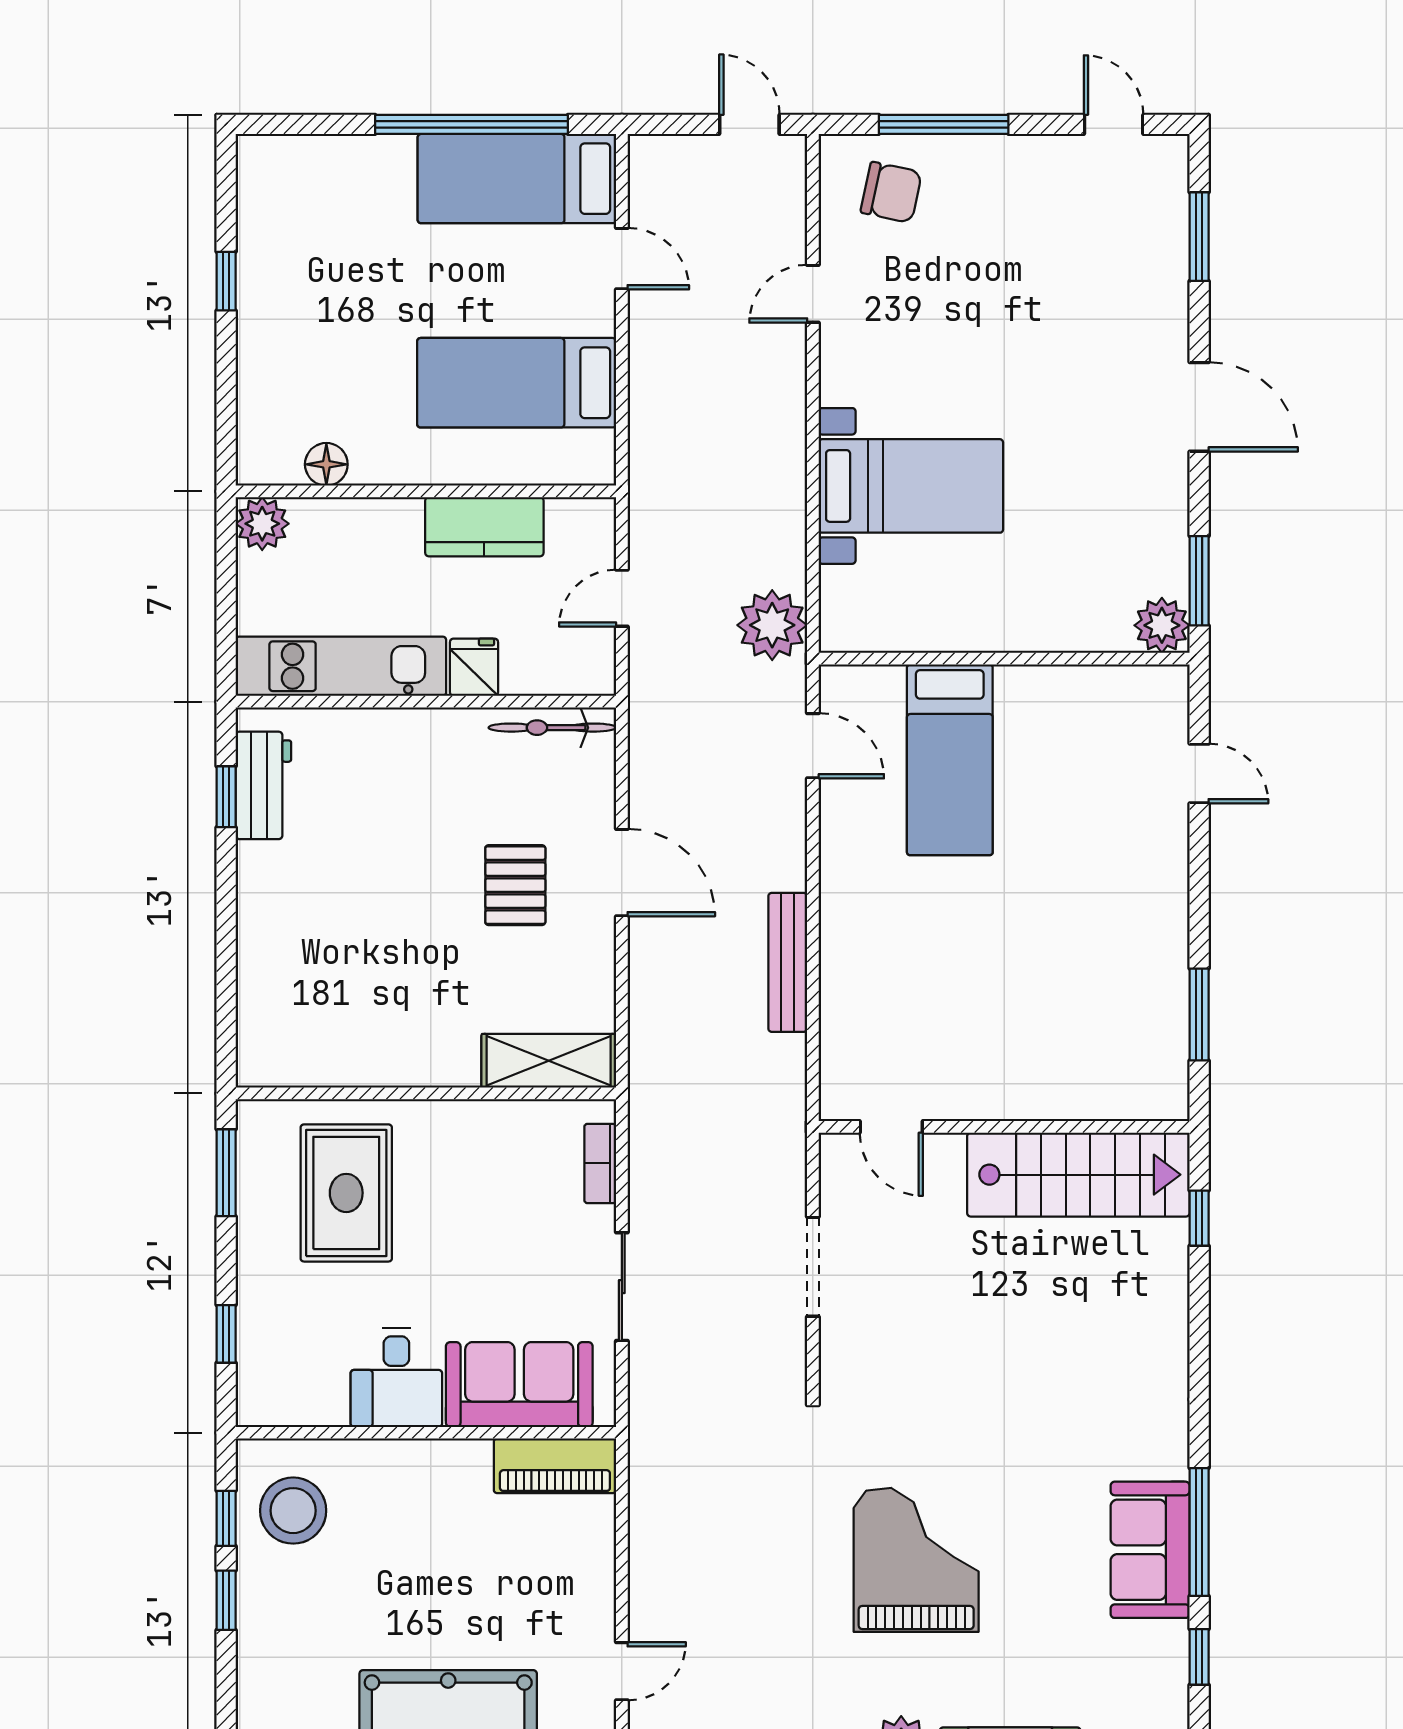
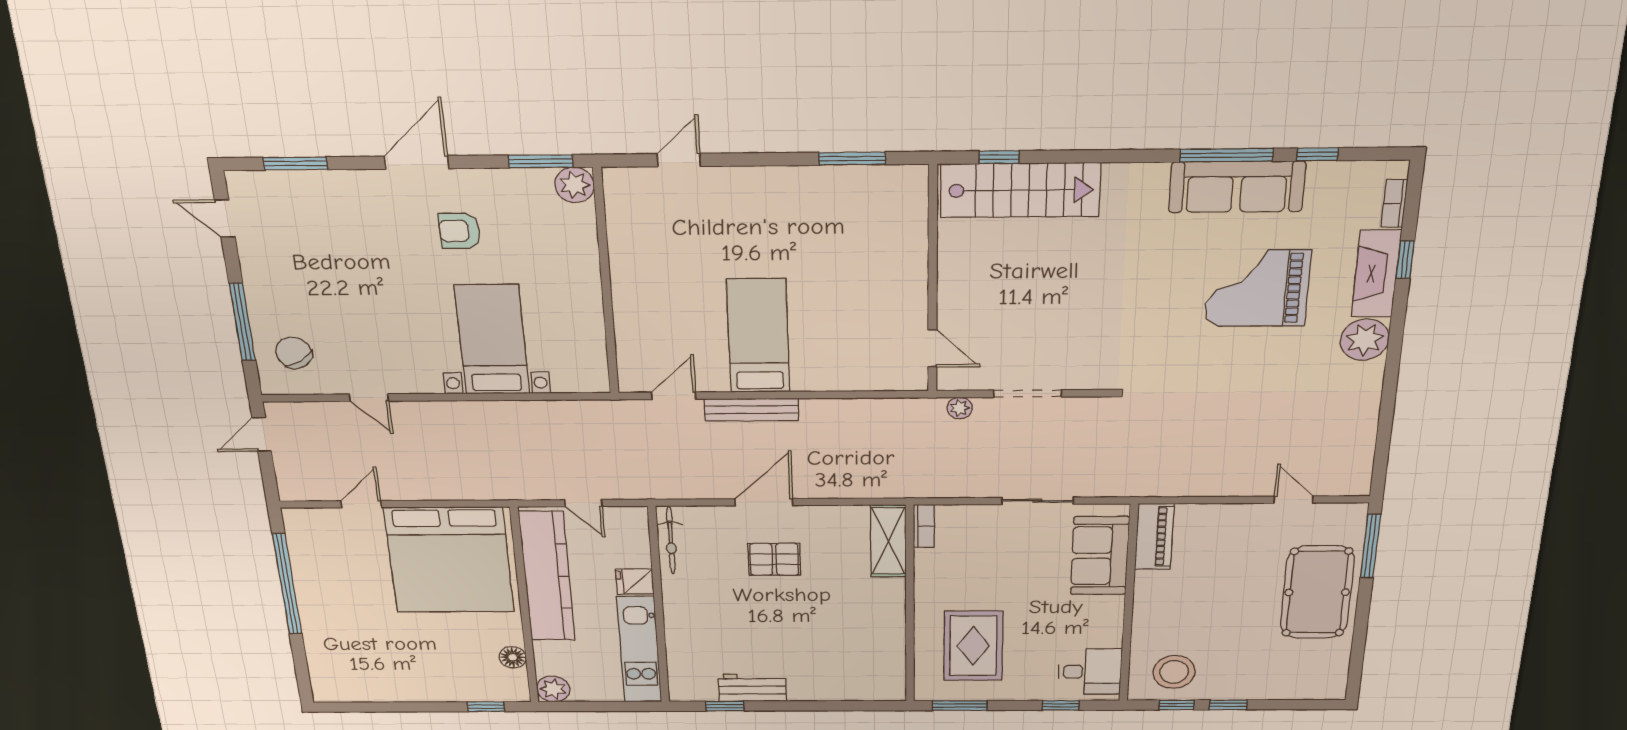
door: (1114, 124) -> (225, 218), hinge flipped
bed: (517, 179) -> (318, 560), removed
chair: (891, 192) -> (294, 353), turned -45
window: (226, 281) -> (486, 707), moved
bed: (517, 383) -> (449, 560), width x2.04
armchair: (1091, 456) -> (460, 231), added
kitchen counter: (484, 527) -> (547, 576), width x2.08, depth x1.17
plant: (772, 625) -> (960, 408), moved, width x0.53, depth x0.53
bed: (950, 760) -> (758, 336), moved, turned -90
workbench: (263, 785) -> (752, 688), moved
bench: (788, 962) -> (752, 410), moved
door: (891, 1127) -> (932, 348), hinge flipped
bookcase: (600, 1163) -> (924, 526), moved, turned -90
stairs: (1078, 1175) -> (1020, 190), moved, turned 90
rug: (346, 1193) -> (973, 646), turned 90
desk: (396, 1378) -> (1090, 672), moved
sofa: (1150, 1550) -> (1237, 187), width x1.36
grand piano: (916, 1560) -> (1257, 288), moved

